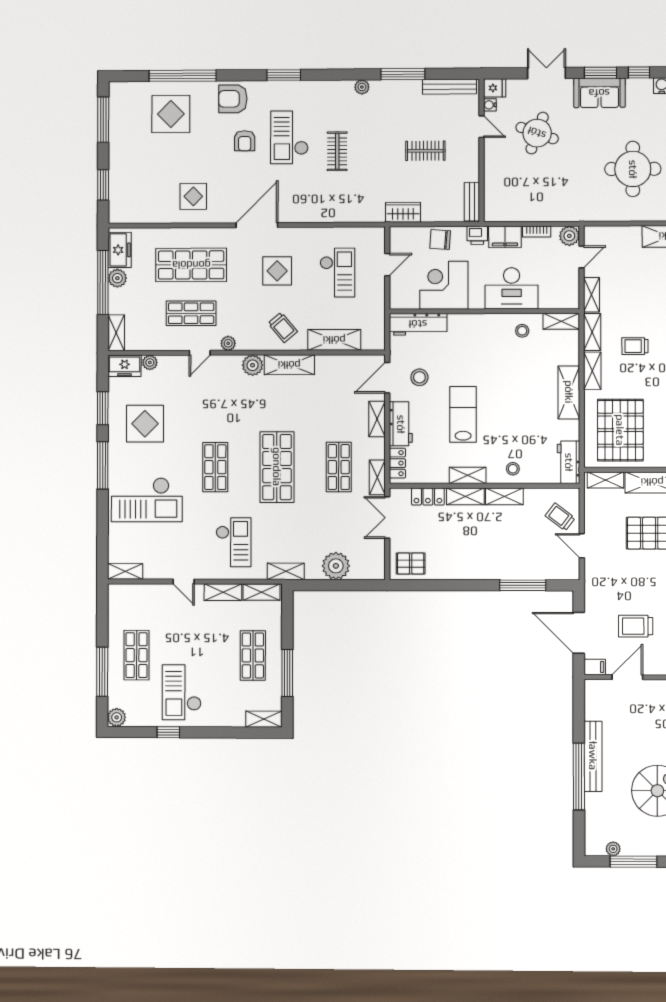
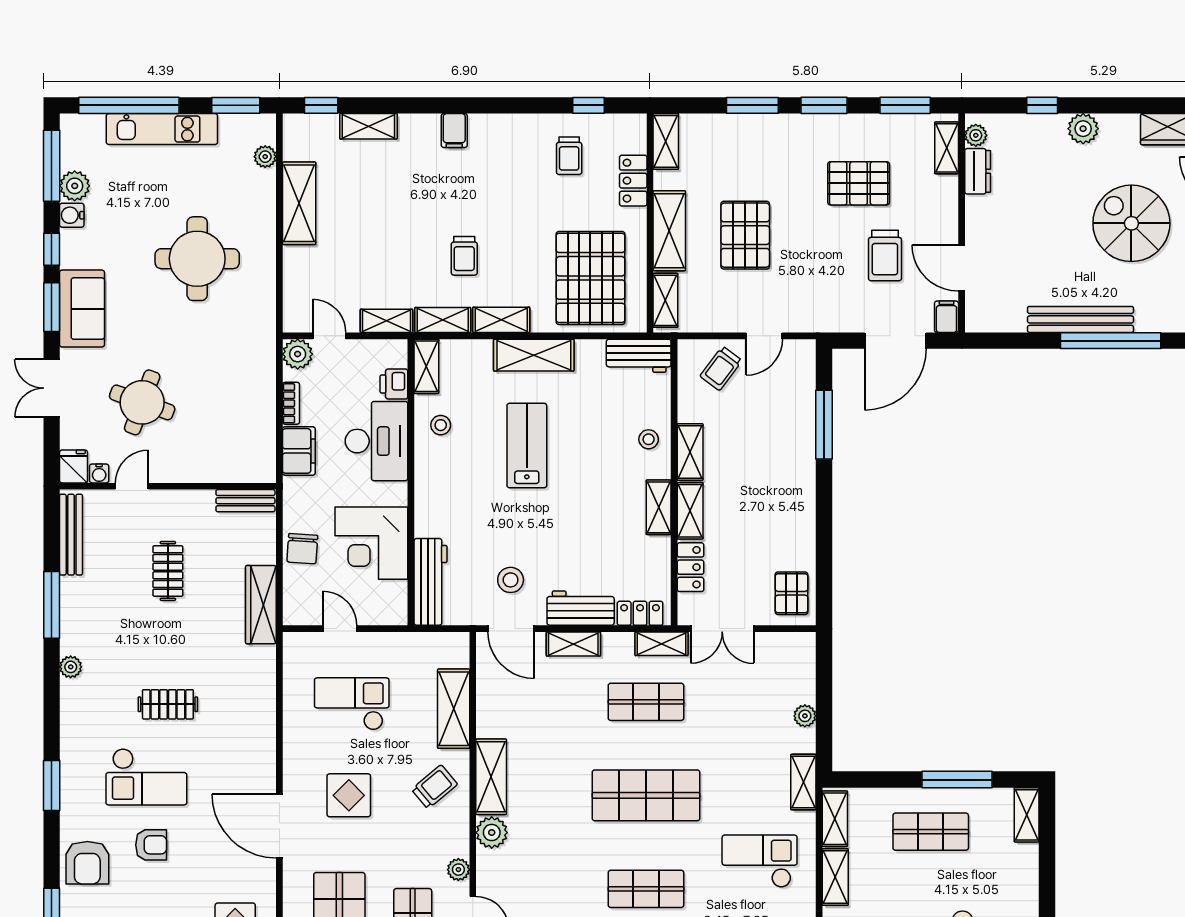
wardrobe: (403, 212) -> (261, 605), width x1.50
printer: (477, 235) -> (394, 384), moved, turned 180
lab bench: (463, 414) -> (527, 446), moved, turned 90
pallet: (620, 430) -> (590, 278), turned 90
plant: (336, 566) -> (805, 716), width x0.53, depth x0.53

